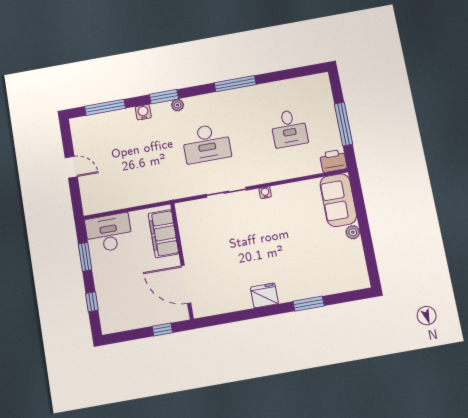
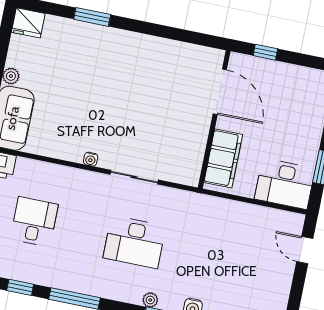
window: (279, 76) -> (20, 287), added
desk: (207, 143) -> (134, 242), turned 180
door: (71, 167) -> (305, 250), moved
fridge: (264, 295) -> (28, 23), moved

